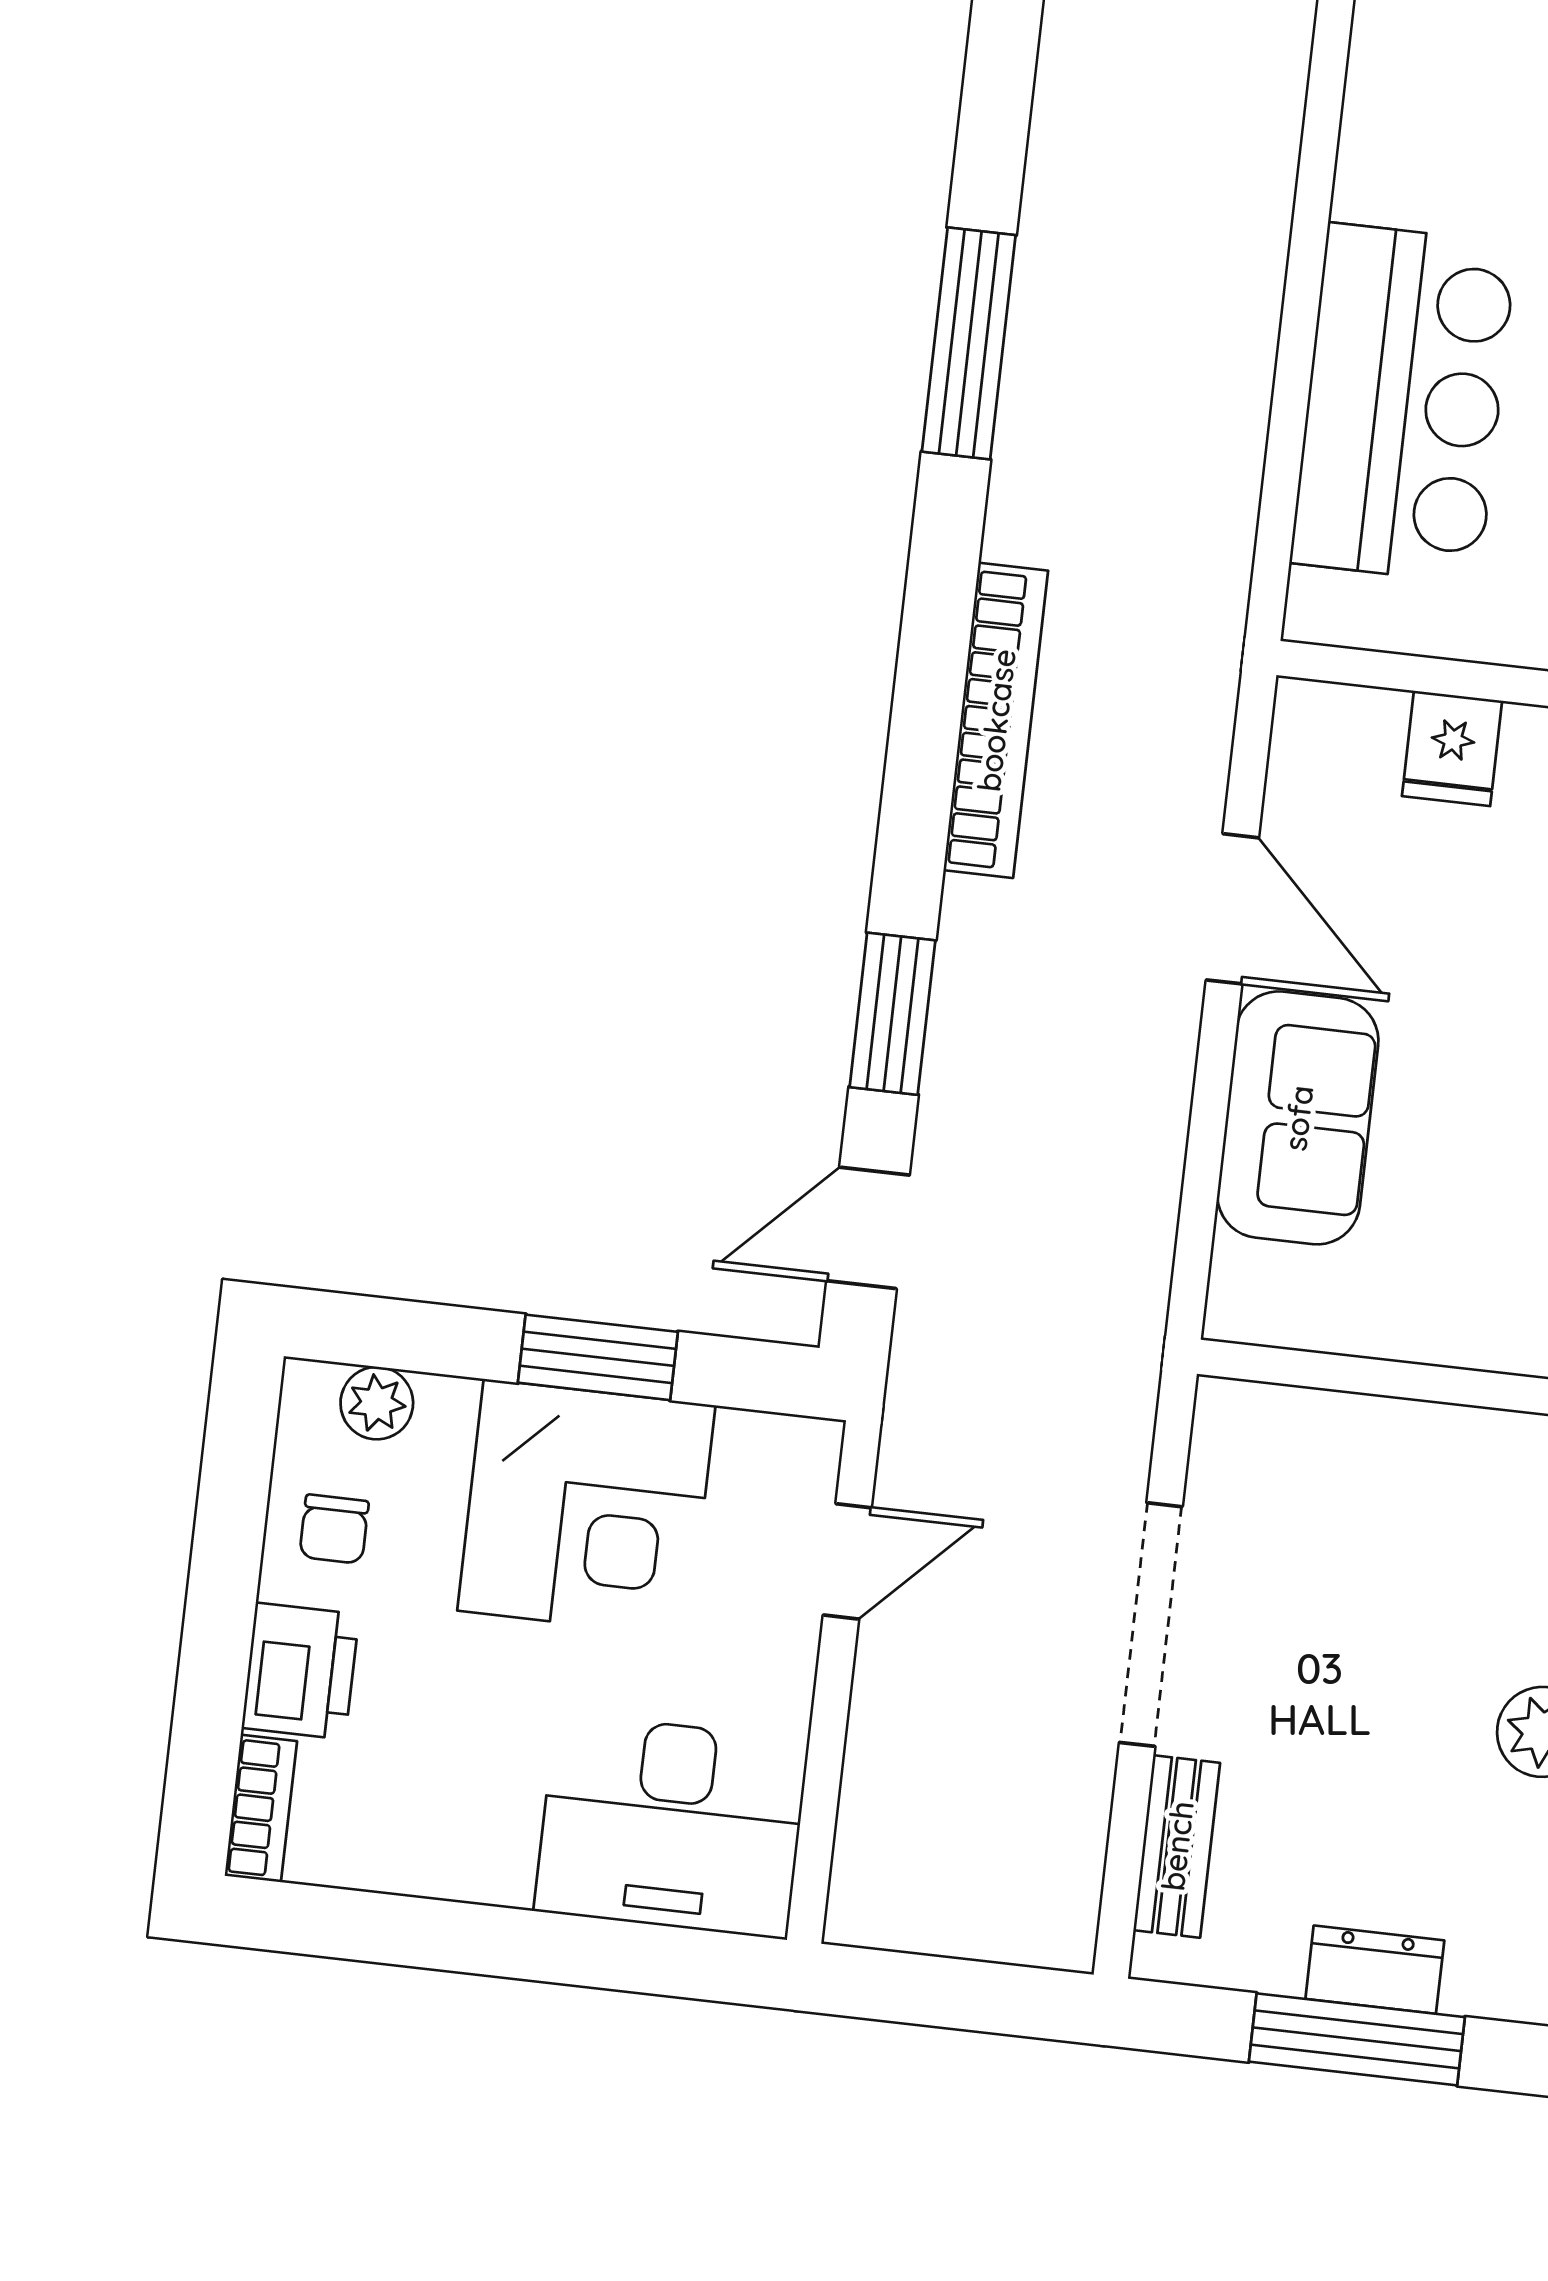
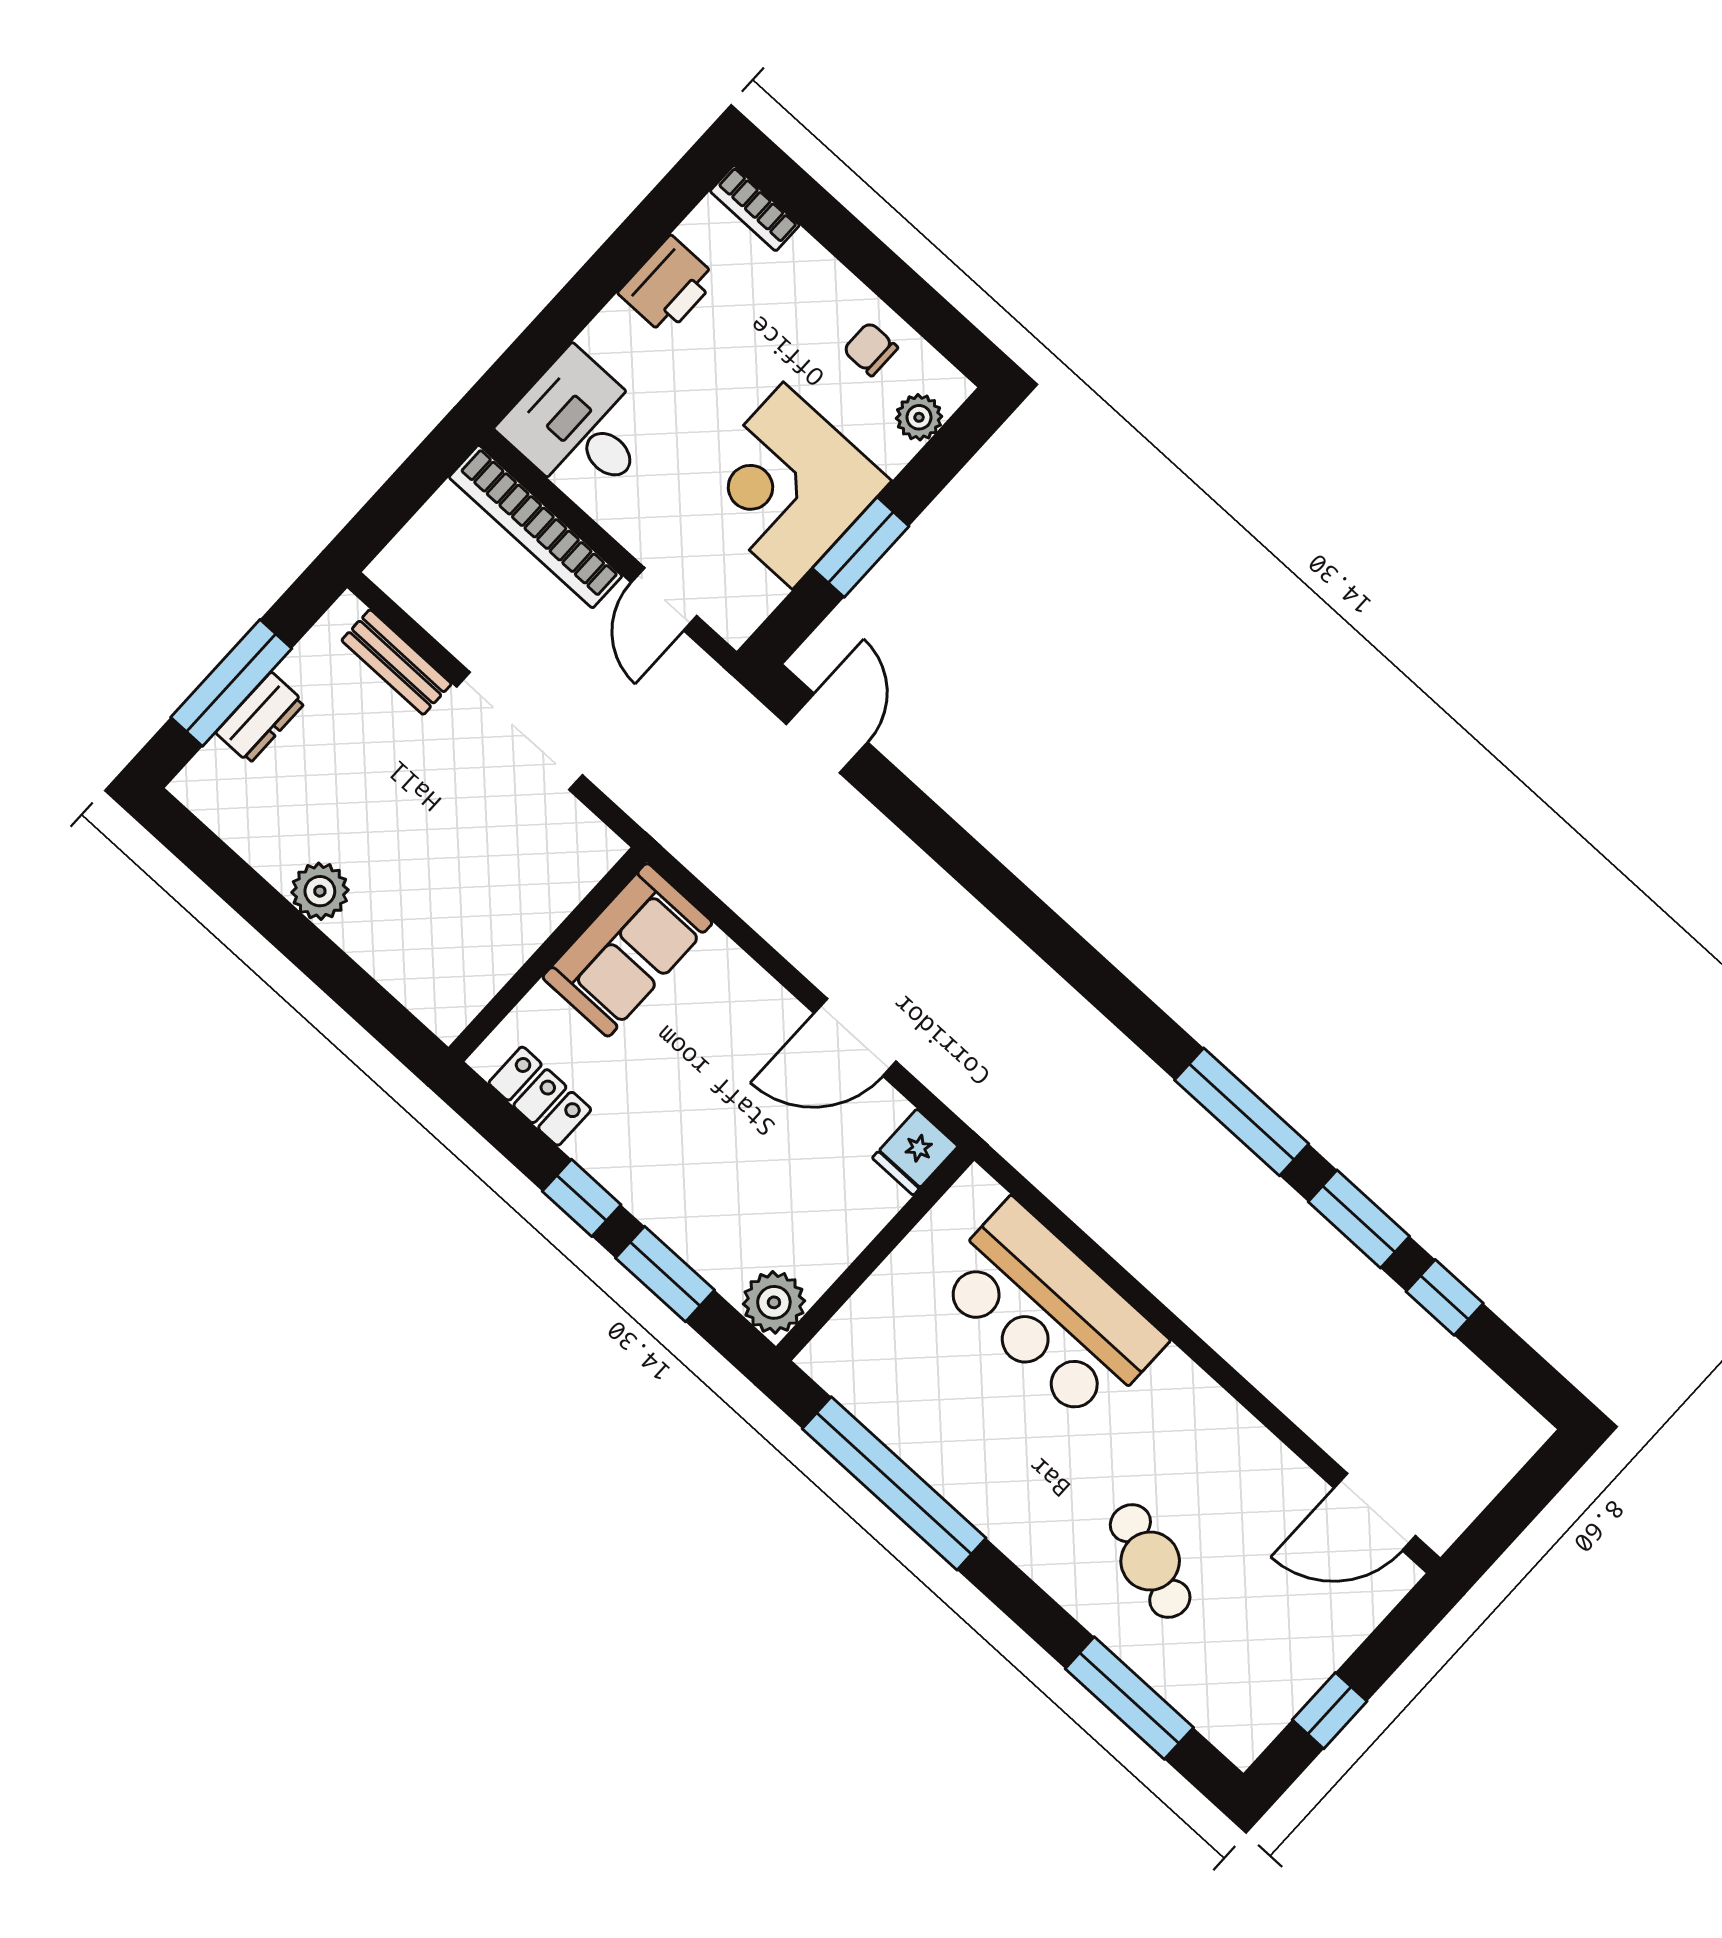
bookcase: (996, 720) -> (536, 527), moved
fridge: (1452, 748) -> (915, 1152), moved, turned -90
window: (892, 1014) -> (1359, 1219), moved
sofa: (1298, 1118) -> (627, 950), moved, turned -90
printer: (300, 1671) -> (668, 286), moved, turned -90
desk: (671, 1826) -> (579, 428), width x0.73

